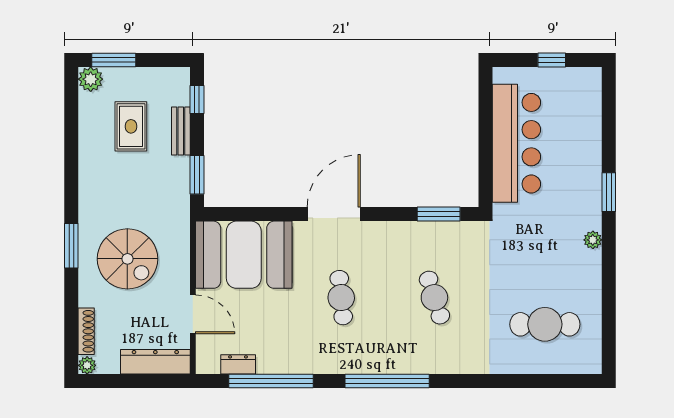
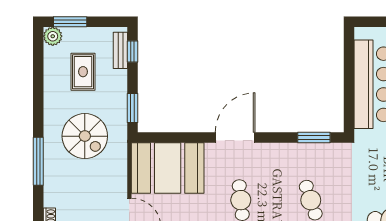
bench: (181, 131) -> (120, 50), moved
window: (71, 246) -> (38, 161), width x1.44
spiral stairs: (127, 259) -> (85, 136), moved

